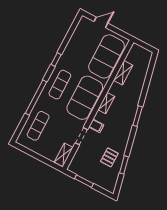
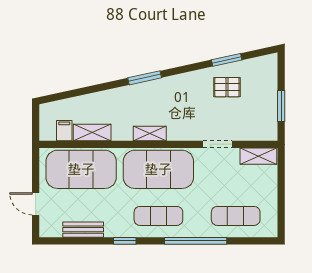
bench: (74, 41) -> (83, 230), added
filing cabinet: (96, 126) -> (64, 131), moved

